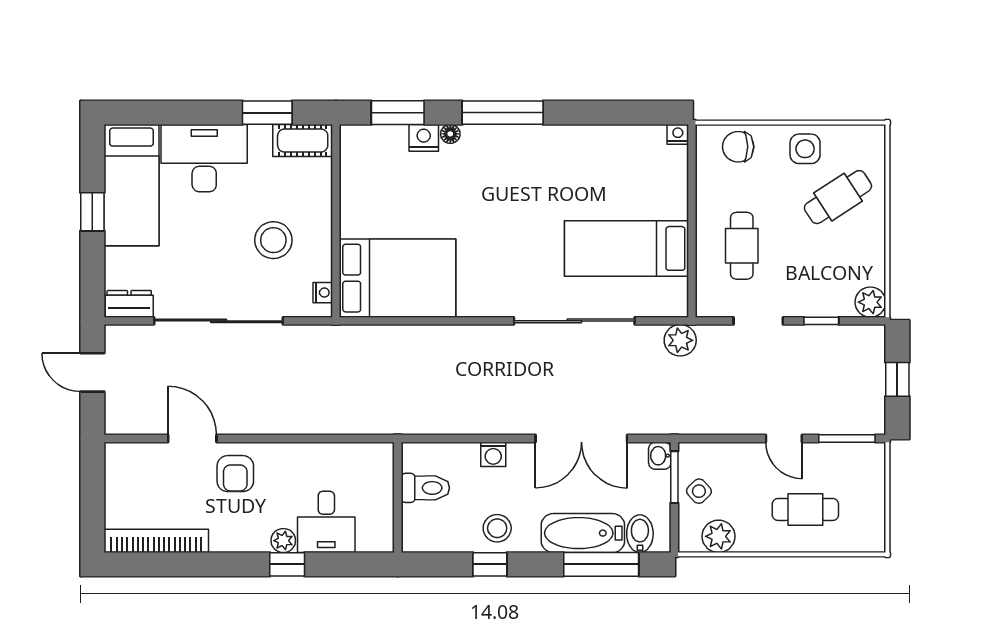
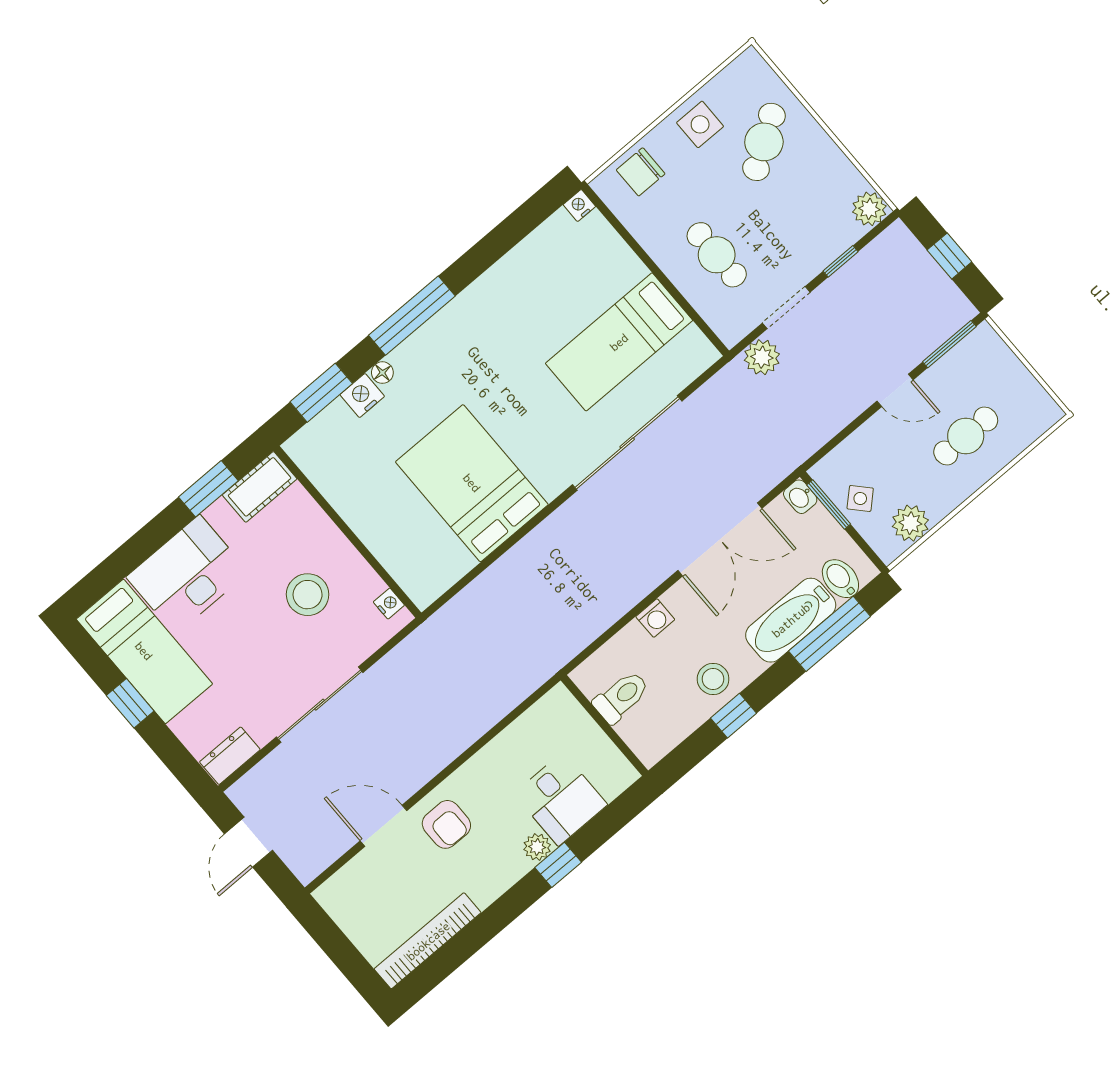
bed: (398, 278) -> (472, 483), moved, turned -90
sliding door: (219, 321) -> (320, 705), width x0.73
plant: (680, 340) -> (762, 357), moved
door: (92, 372) -> (248, 842), hinge flipped

